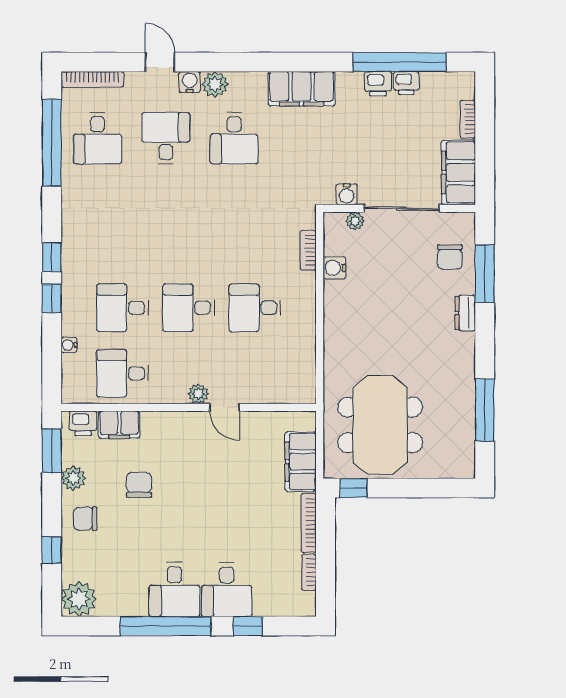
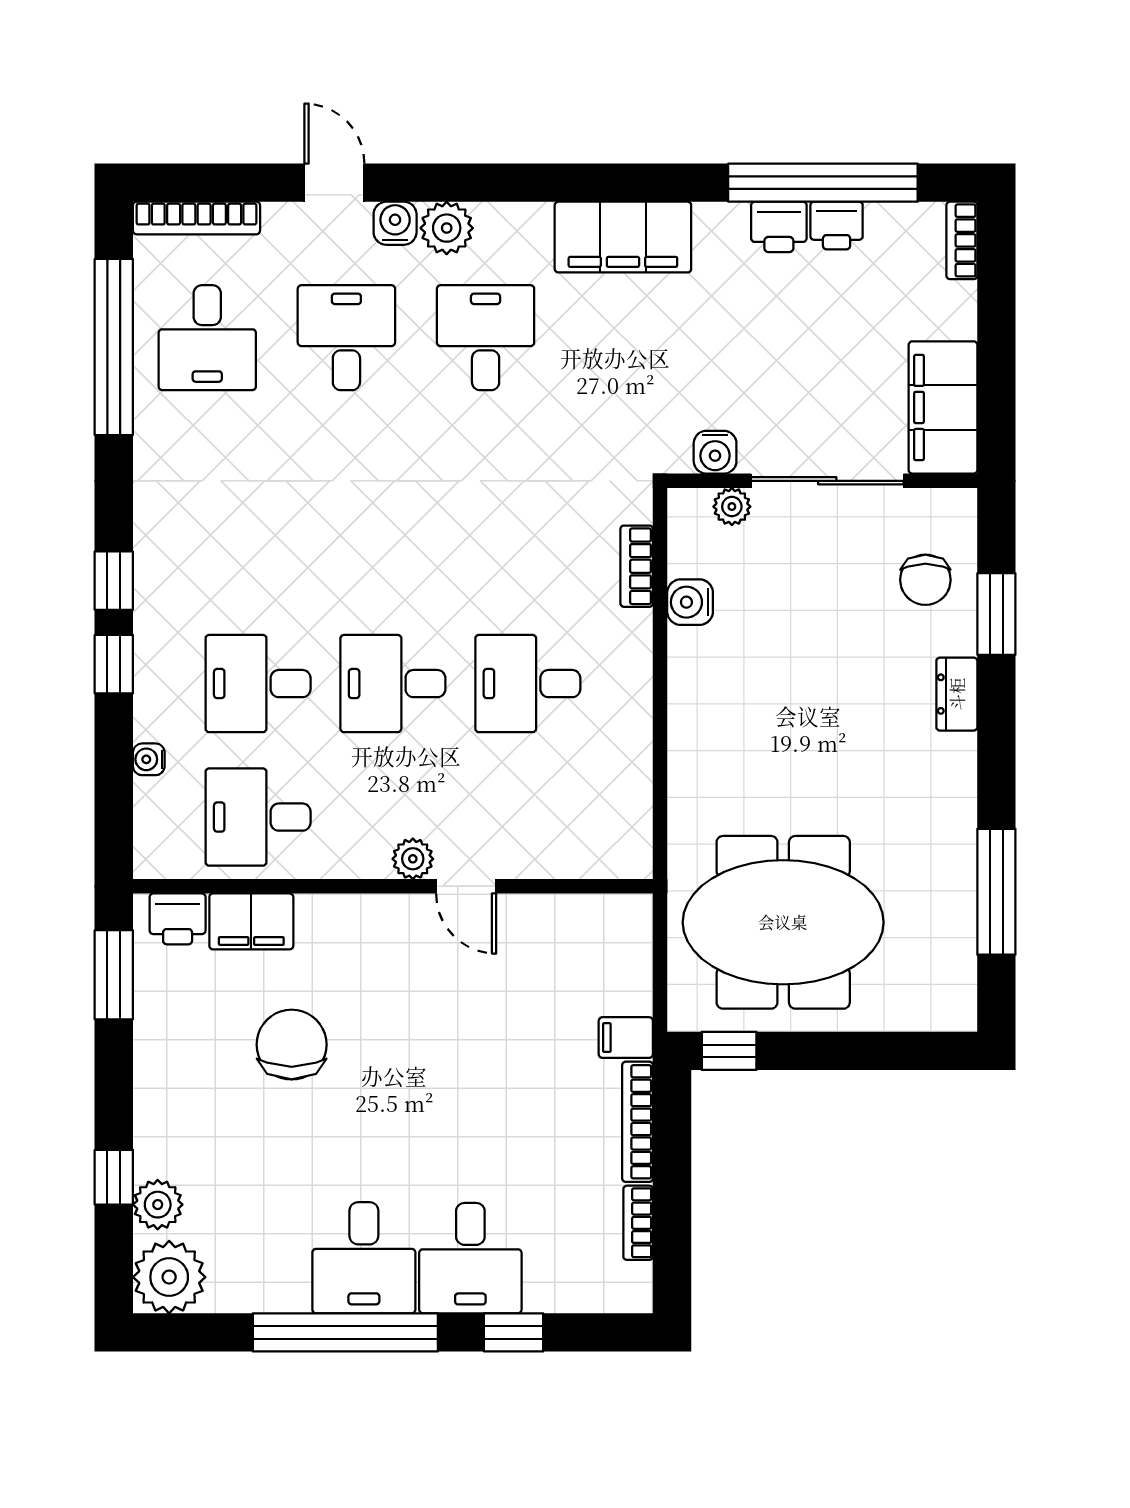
bookcase: (468, 119) -> (962, 240), moved
desk: (234, 138) -> (486, 338), turned 180
window: (485, 274) -> (996, 614), width x0.69
meeting table: (380, 425) -> (783, 922), turned 90
filing cabinet: (301, 462) -> (626, 1038), width x0.33, depth x0.86
plant: (73, 478) -> (158, 1205), moved
chair: (139, 485) -> (292, 1045), width x1.37, depth x1.37
chair: (85, 519) -> (182, 1113), removed

